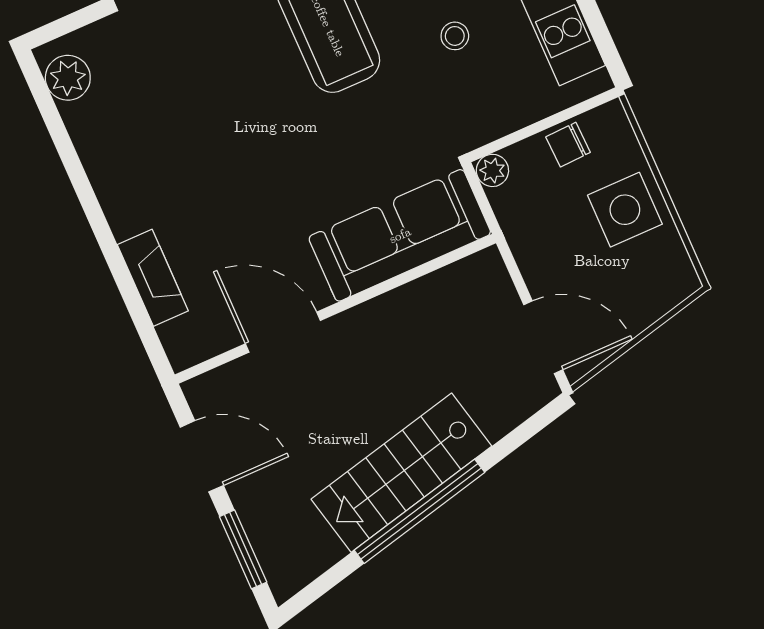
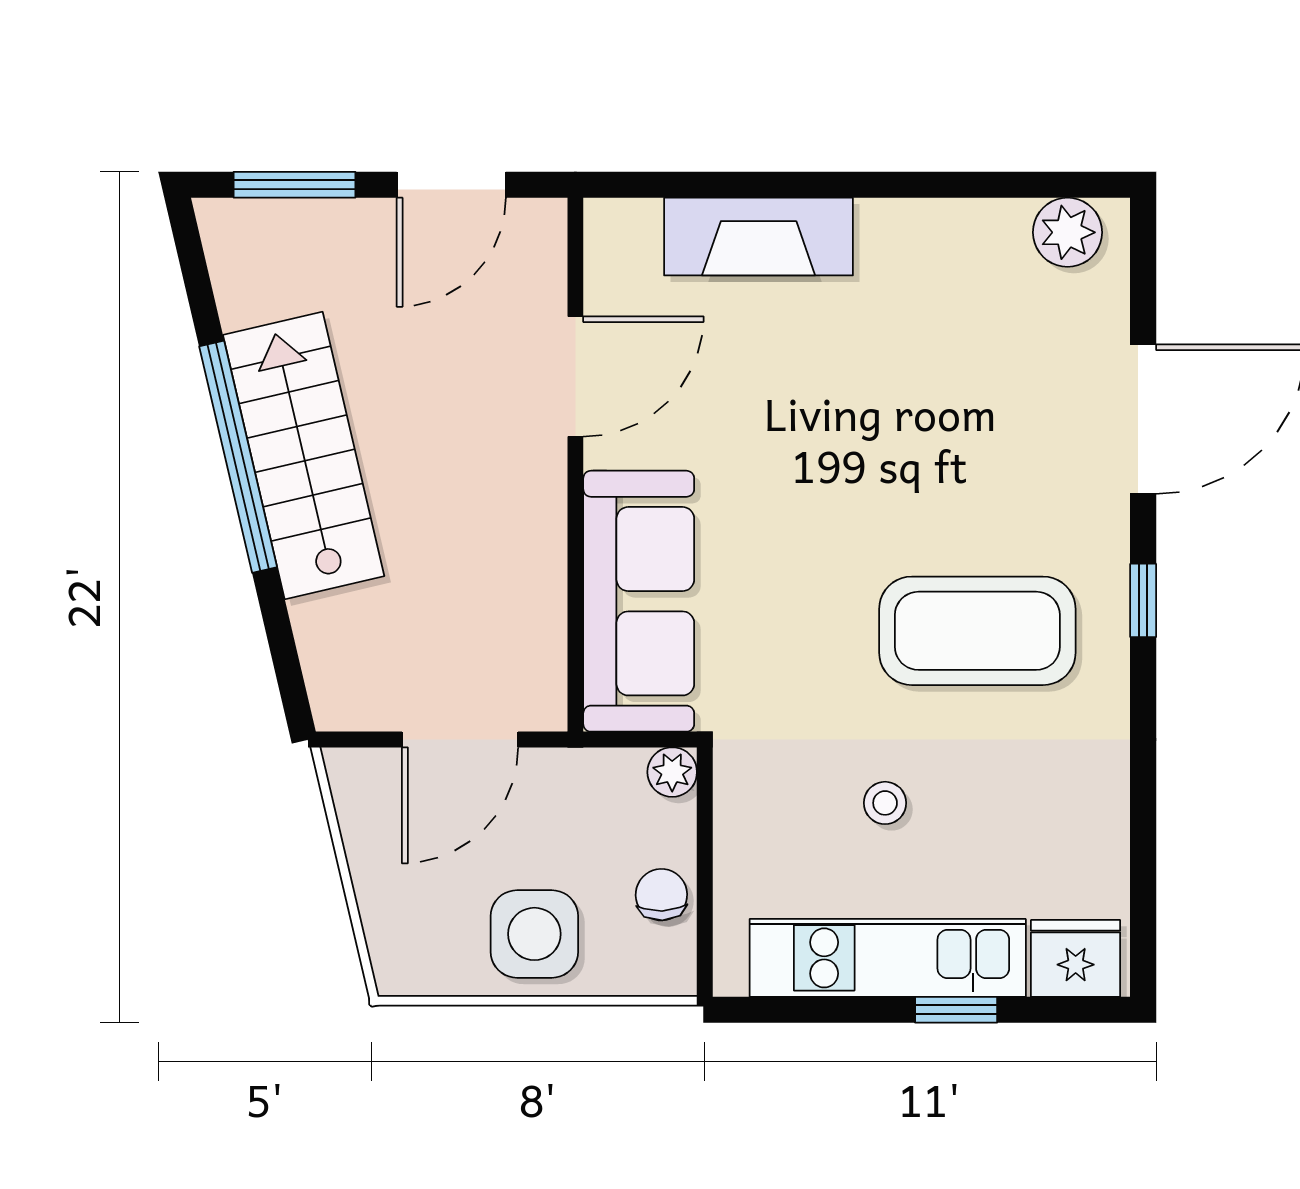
fireplace: (153, 278) -> (759, 237), width x1.37, depth x1.32
door: (543, 337) -> (460, 740), moved

